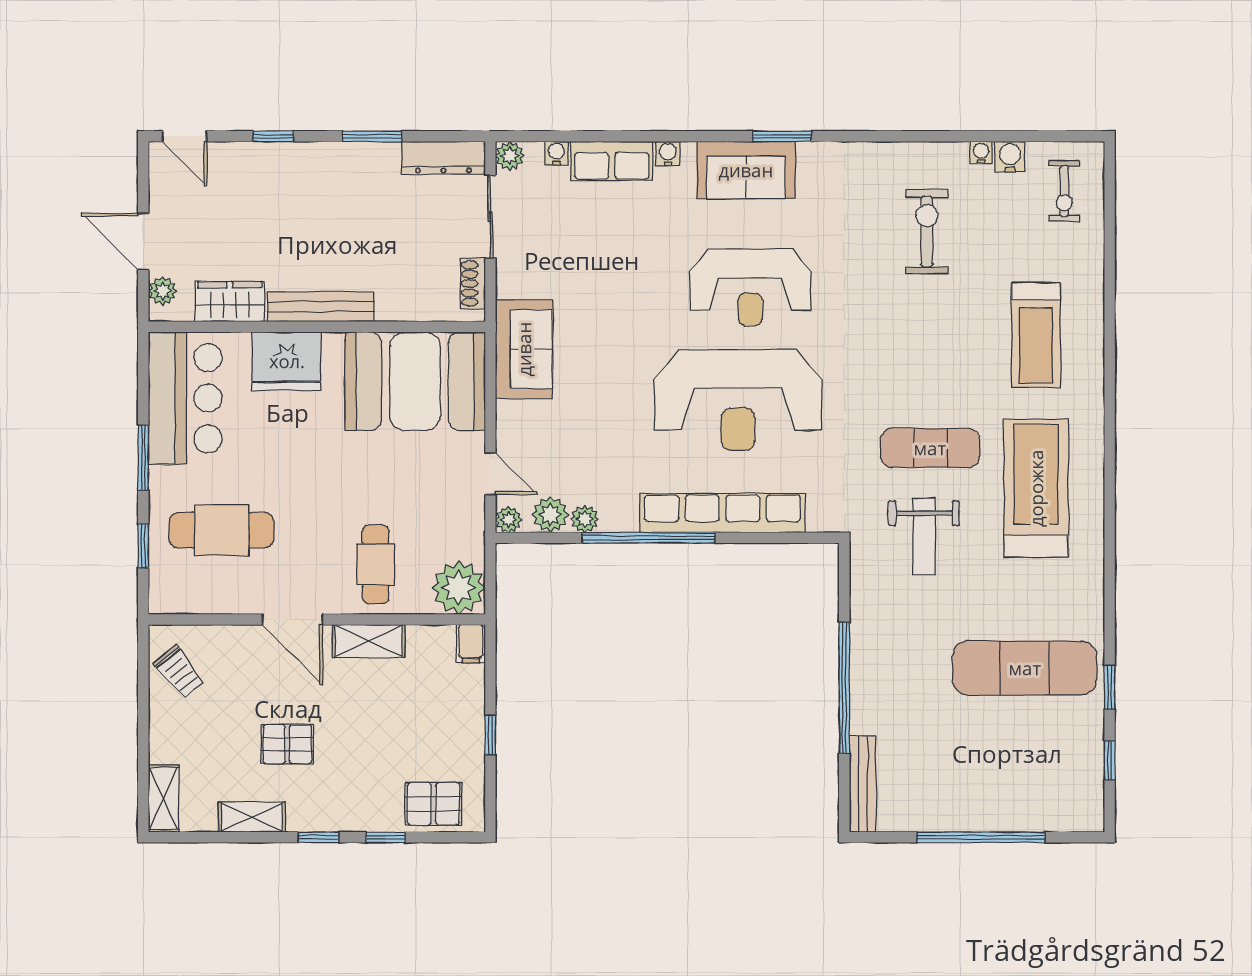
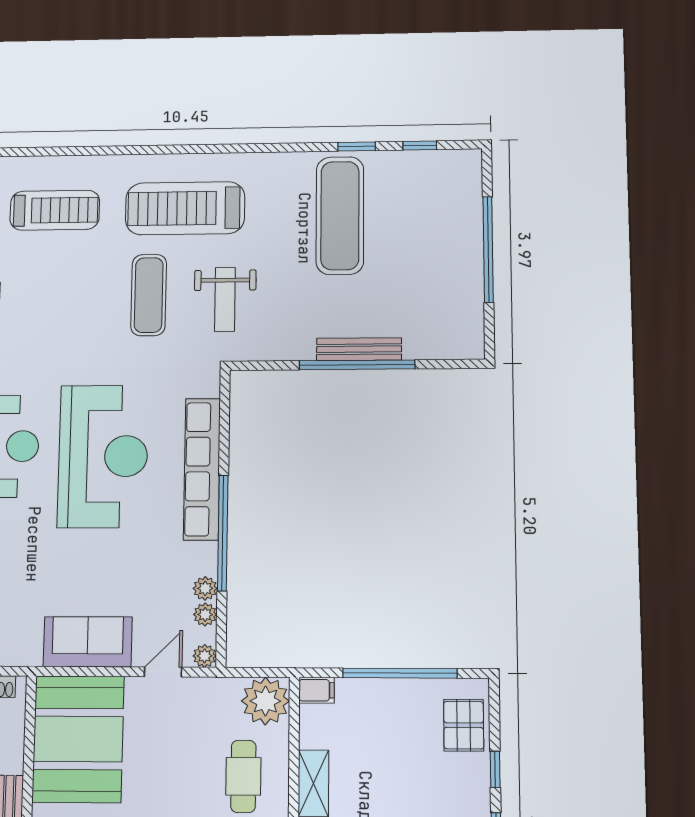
sofa: (524, 349) -> (88, 642), moved
plant: (550, 515) -> (205, 615), width x0.73, depth x0.73
weight bench: (924, 536) -> (225, 299), turned 90
cafe table: (376, 564) -> (243, 776), turned 90
window: (490, 735) -> (400, 673), width x3.17
bench: (863, 784) -> (359, 349), moved

